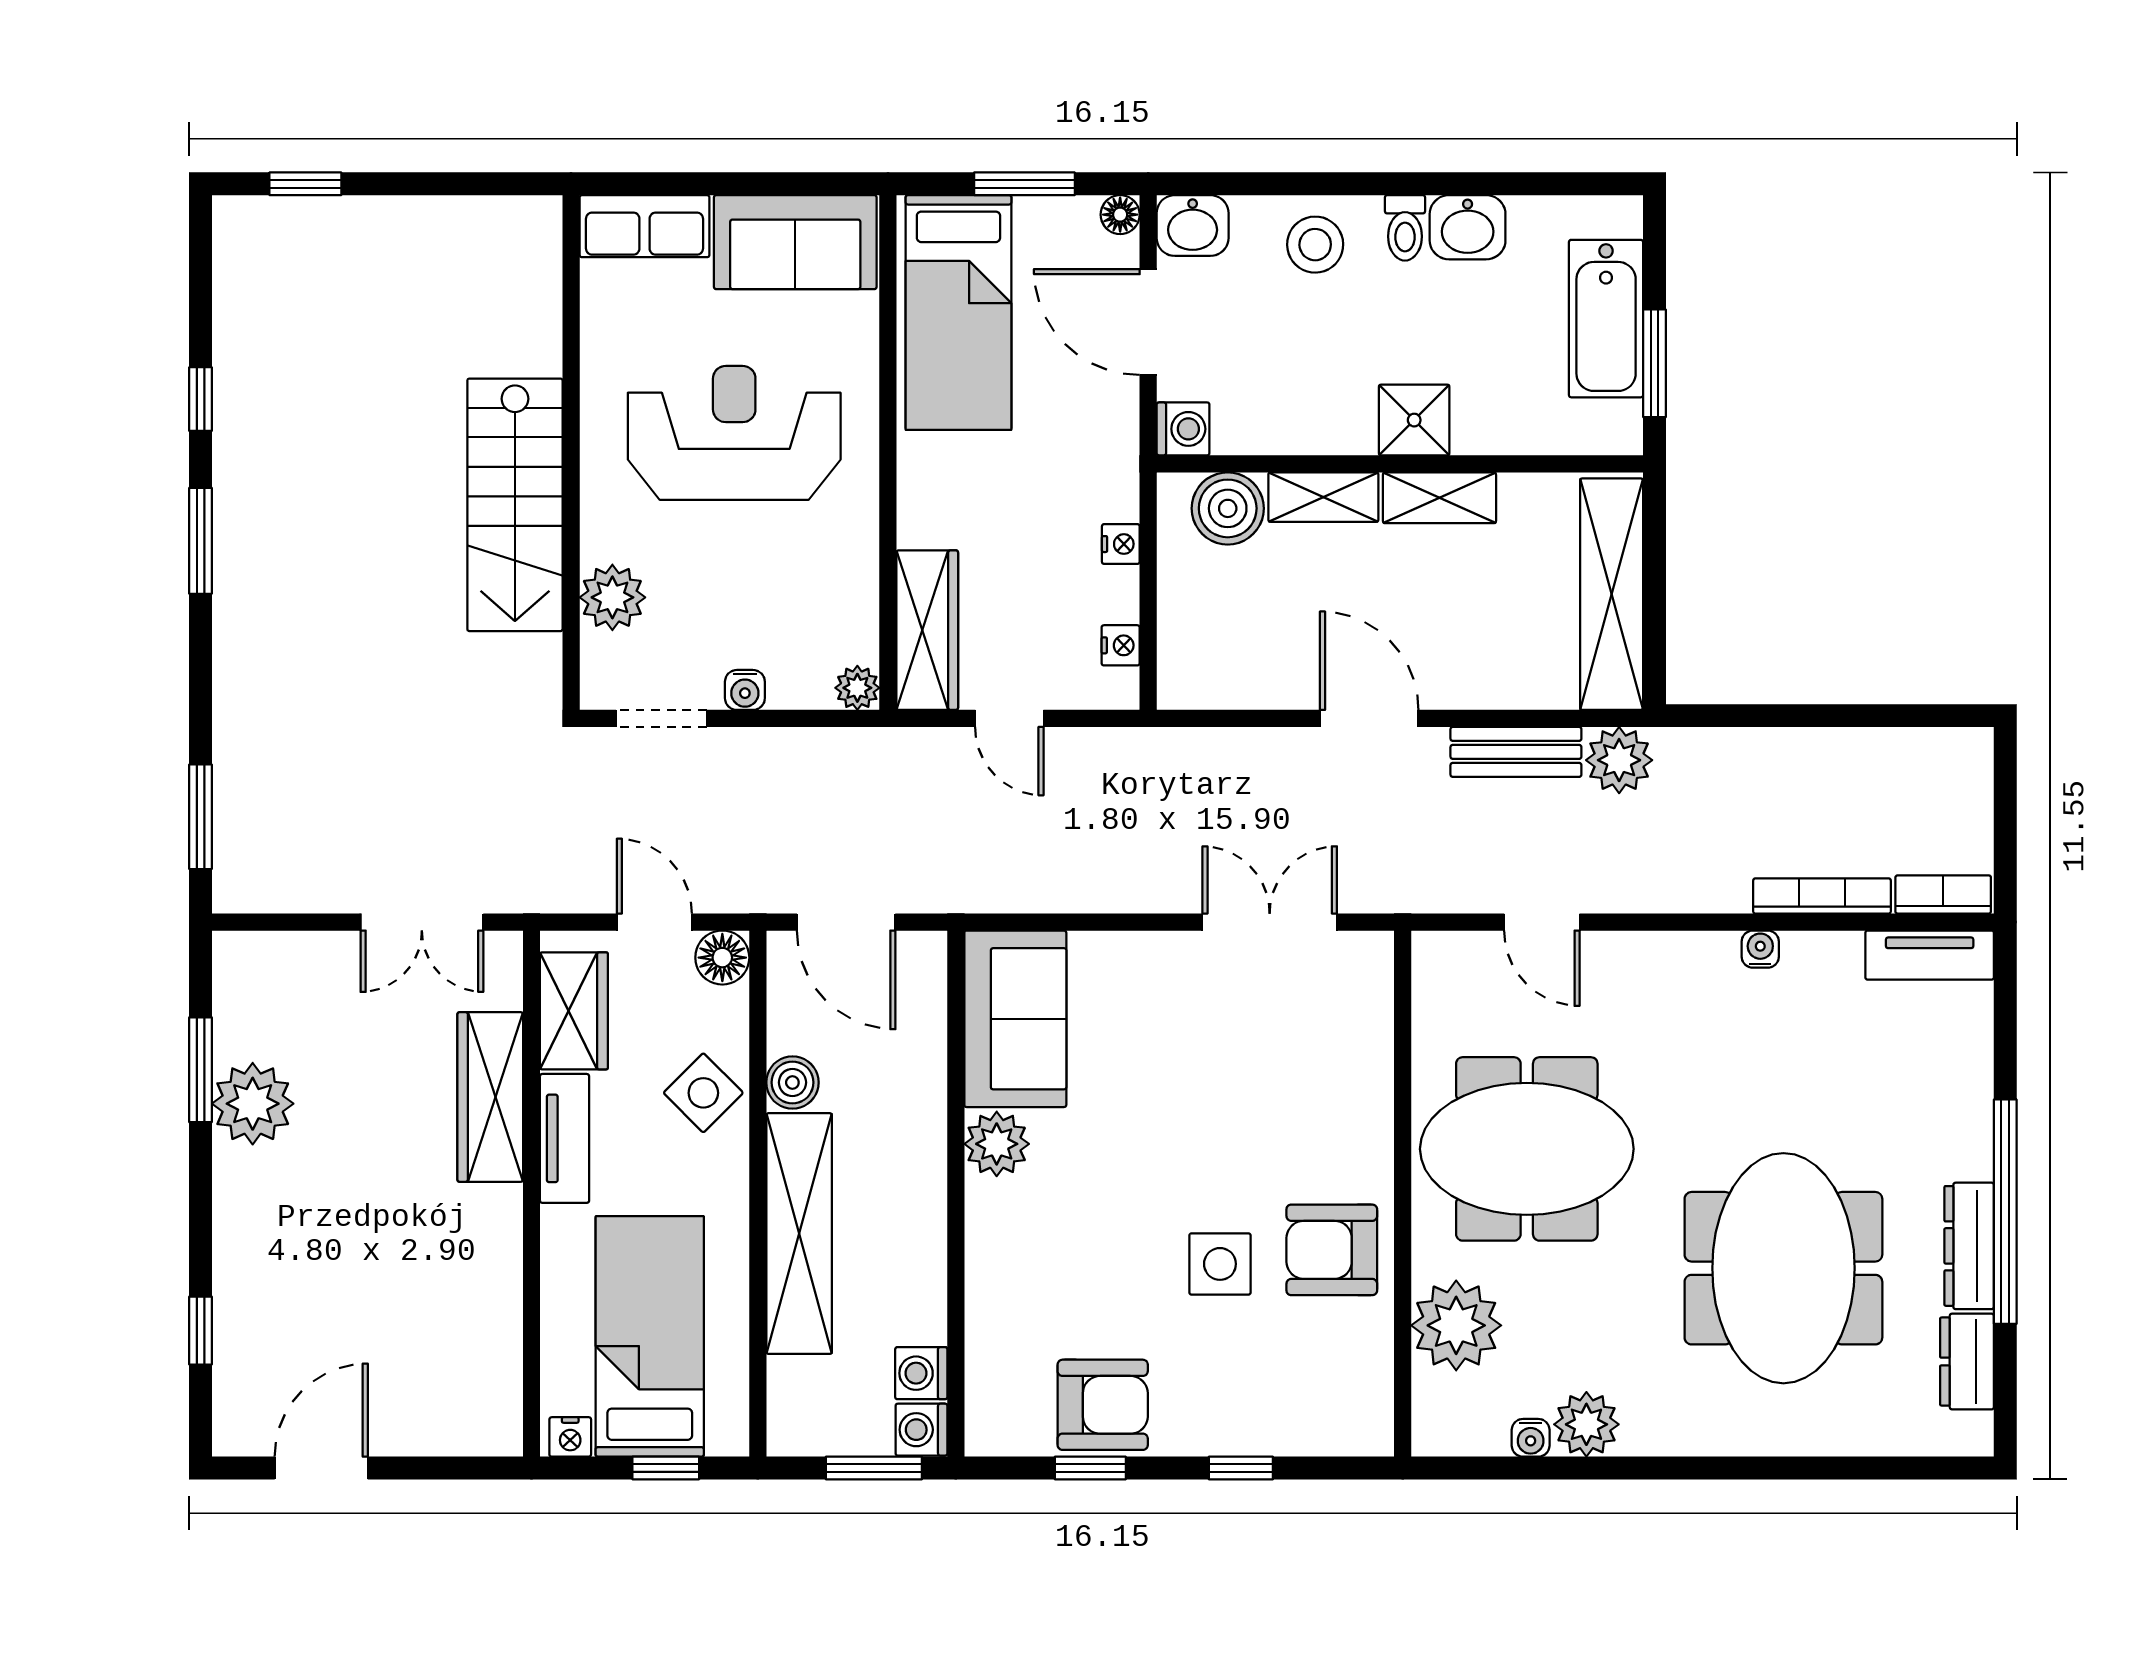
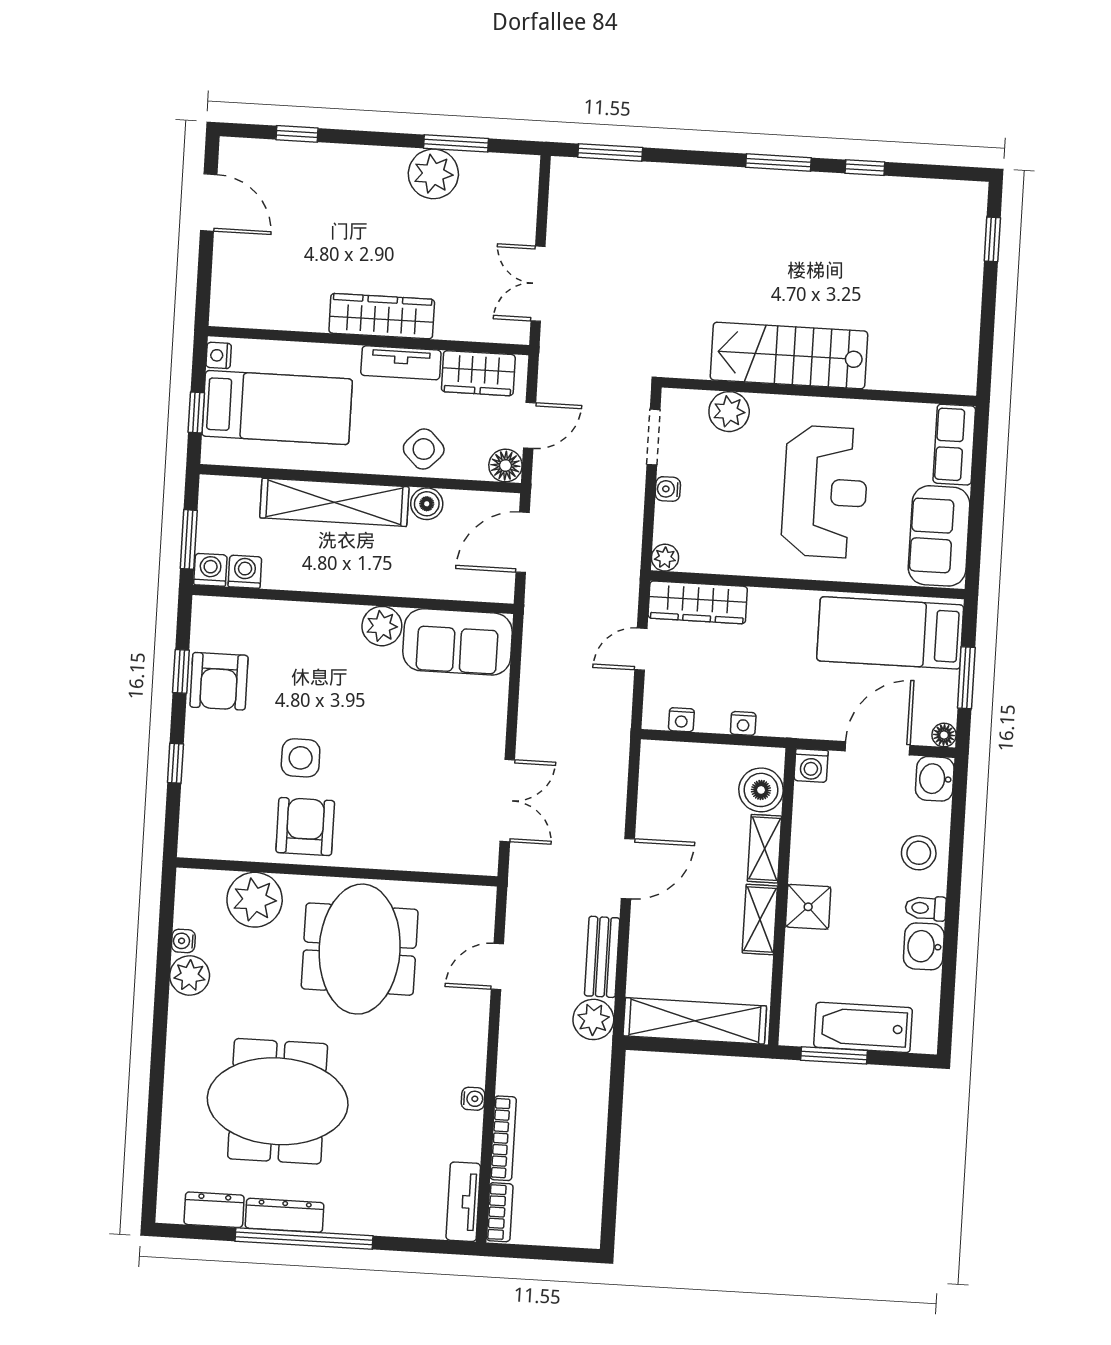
wardrobe: (490, 1097) -> (382, 316), moved

